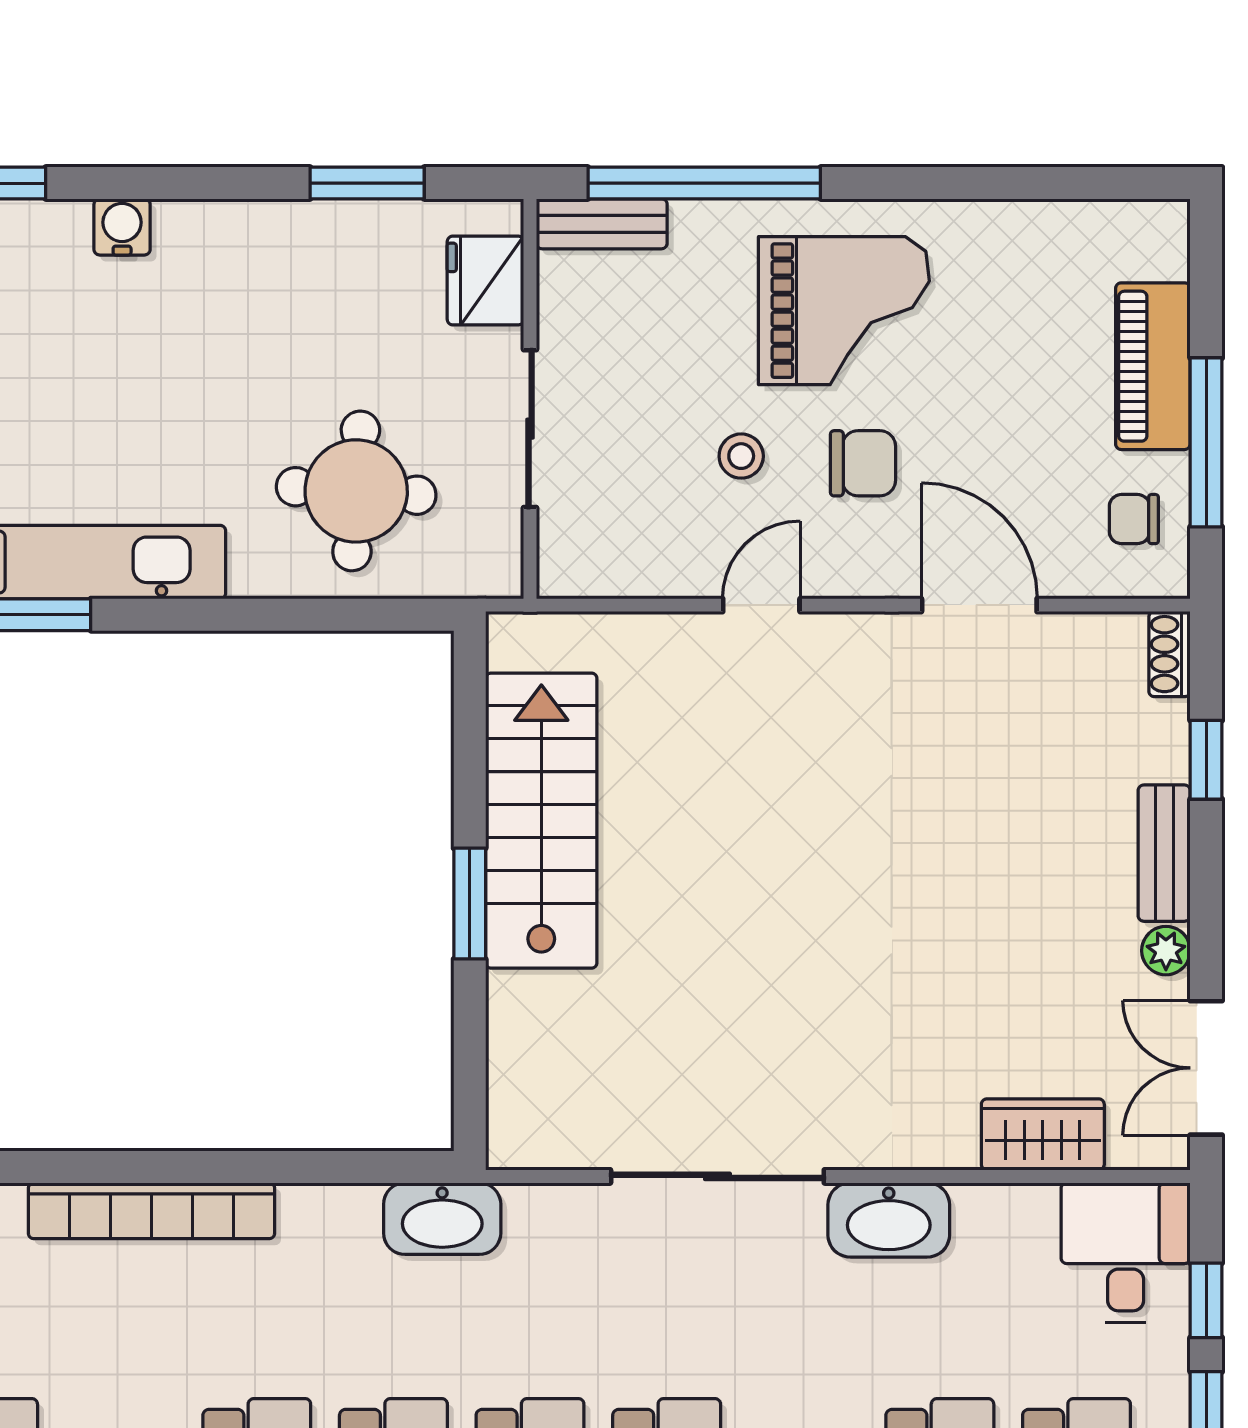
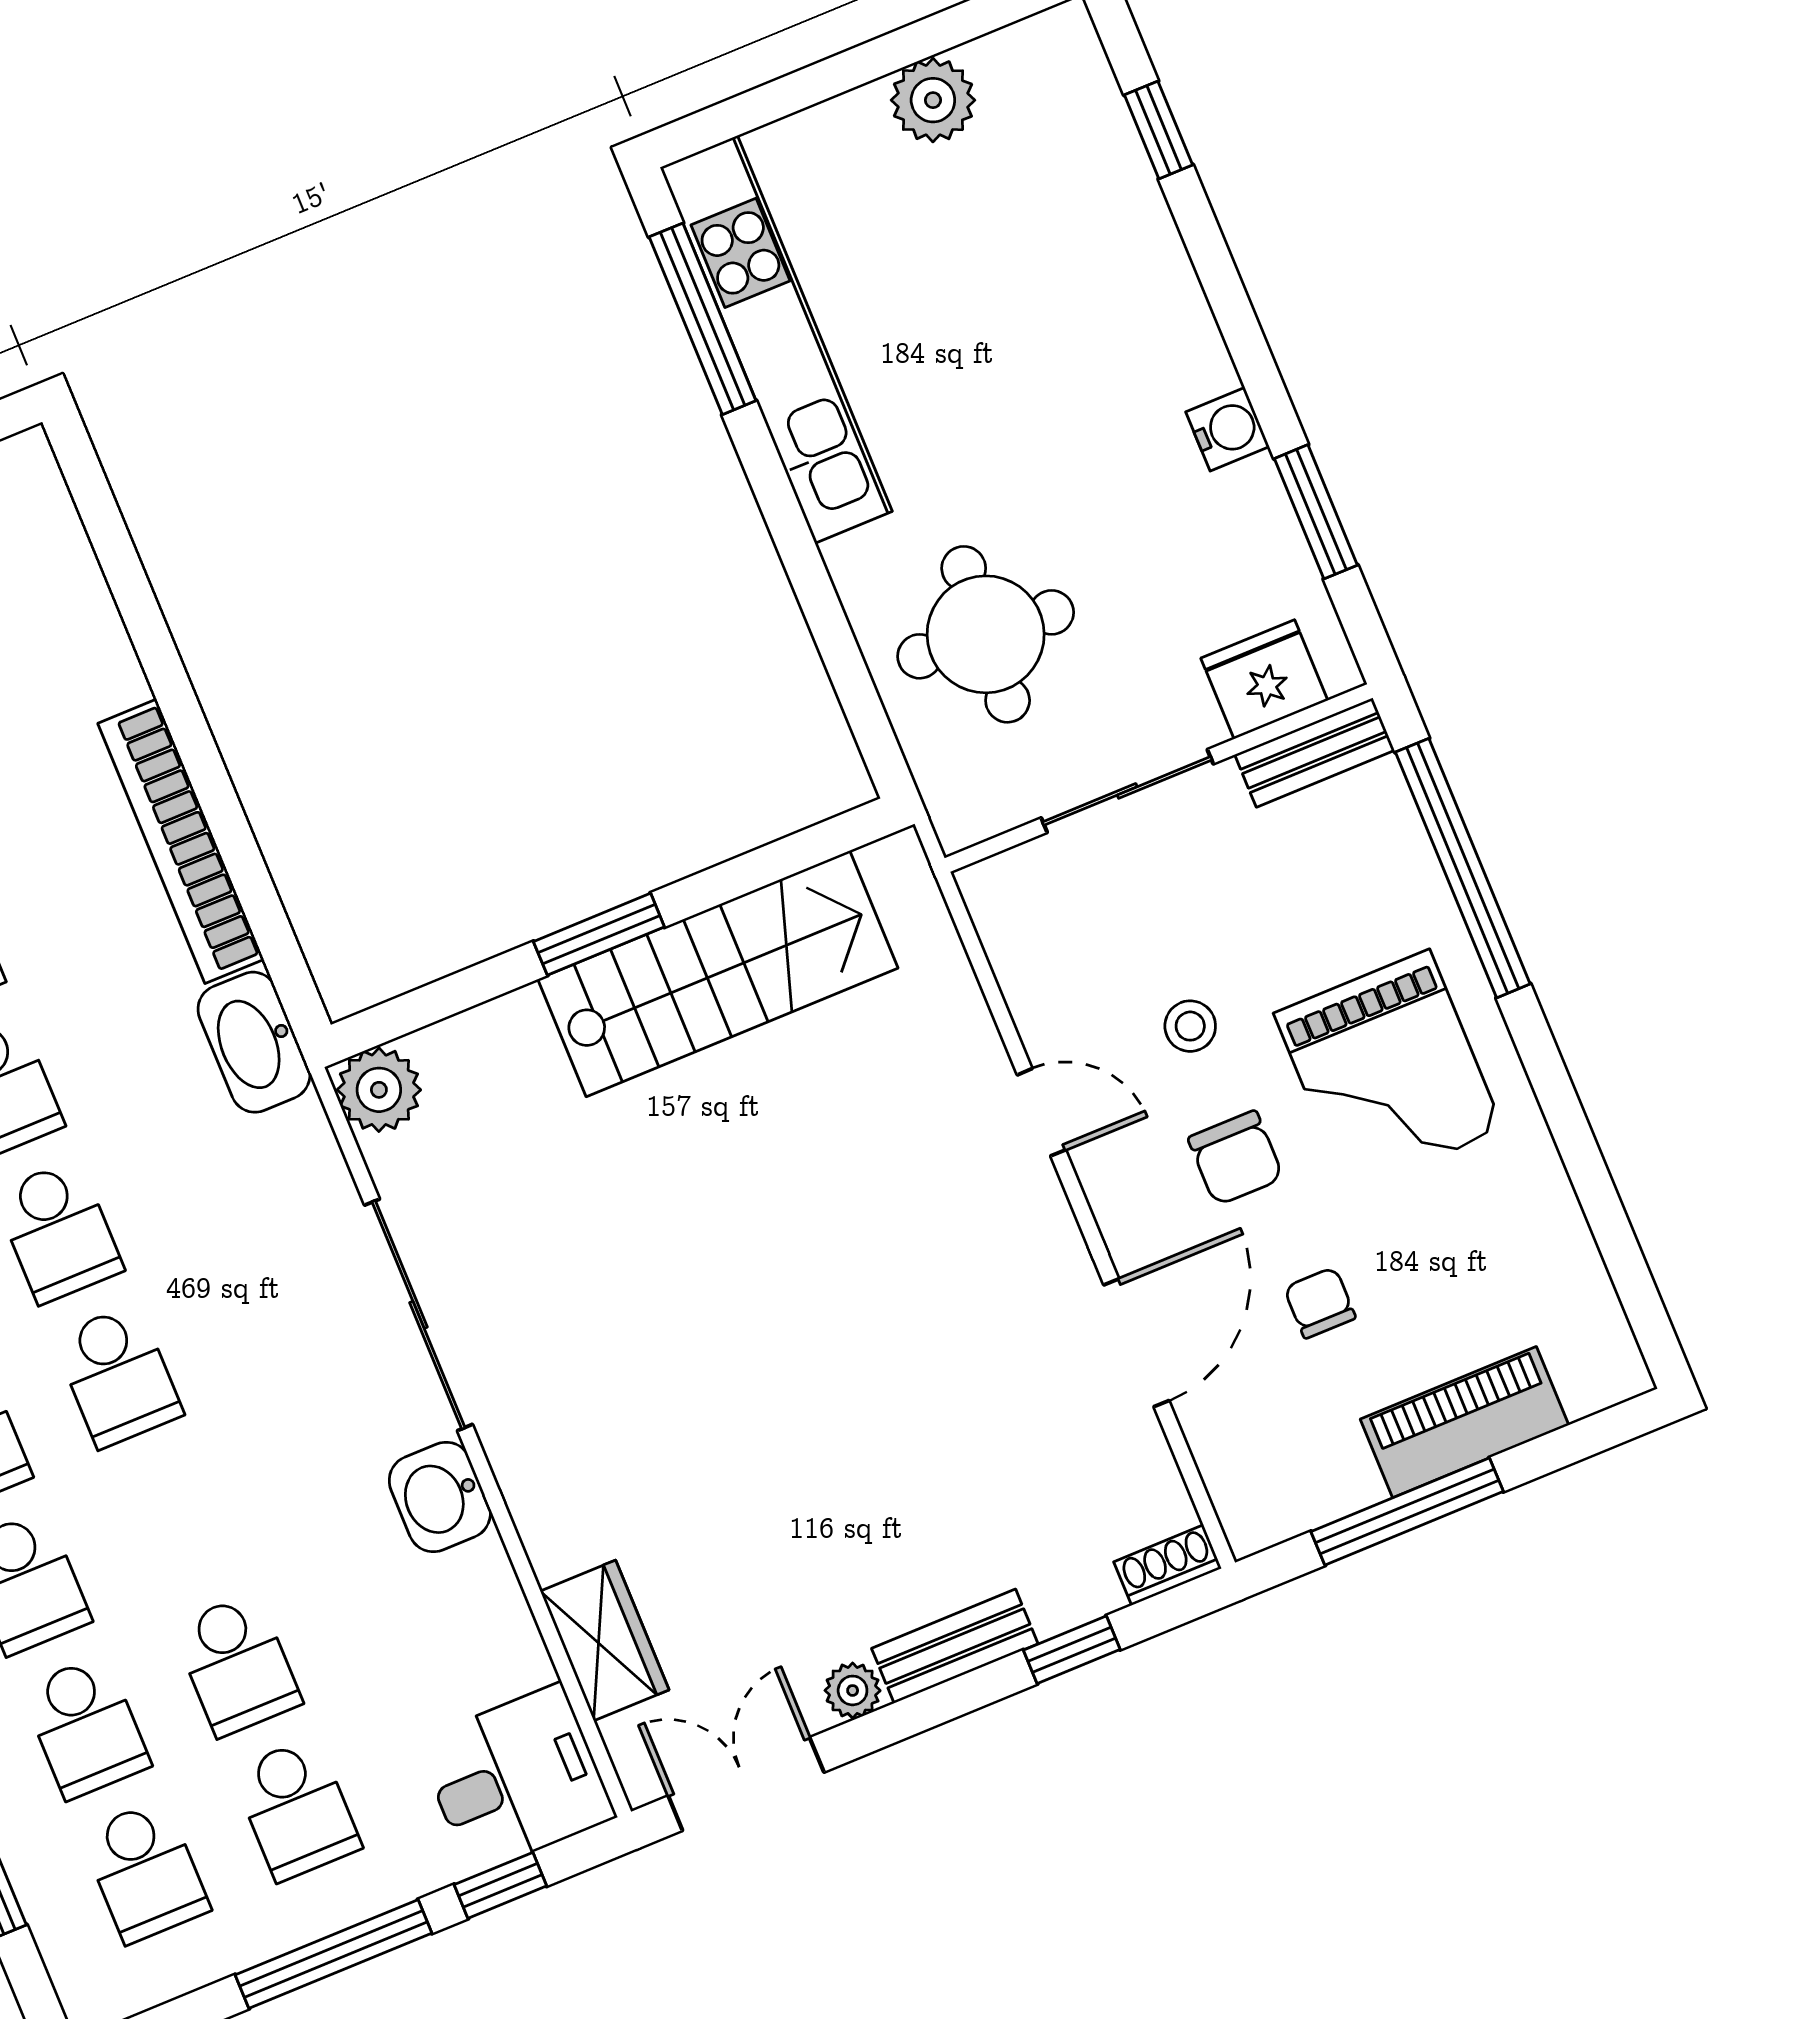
bench: (602, 224) -> (1315, 752), moved, turned 90
water cooler: (122, 227) -> (1228, 429), moved
chair: (1134, 519) -> (1320, 1303), moved
plant: (522, 1133) -> (379, 1090), added
bookcase: (151, 1211) -> (181, 841), moved
washbasin: (889, 1220) -> (440, 1497), width x0.72

